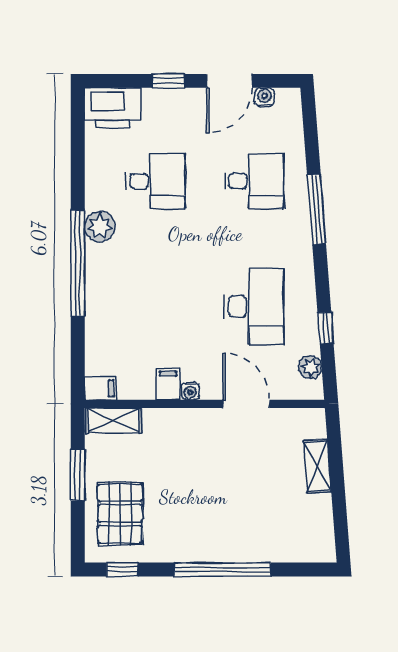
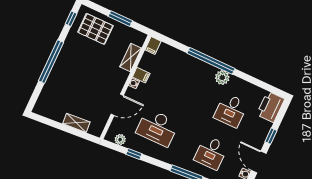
shelving: (113, 420) -> (131, 58), moved

